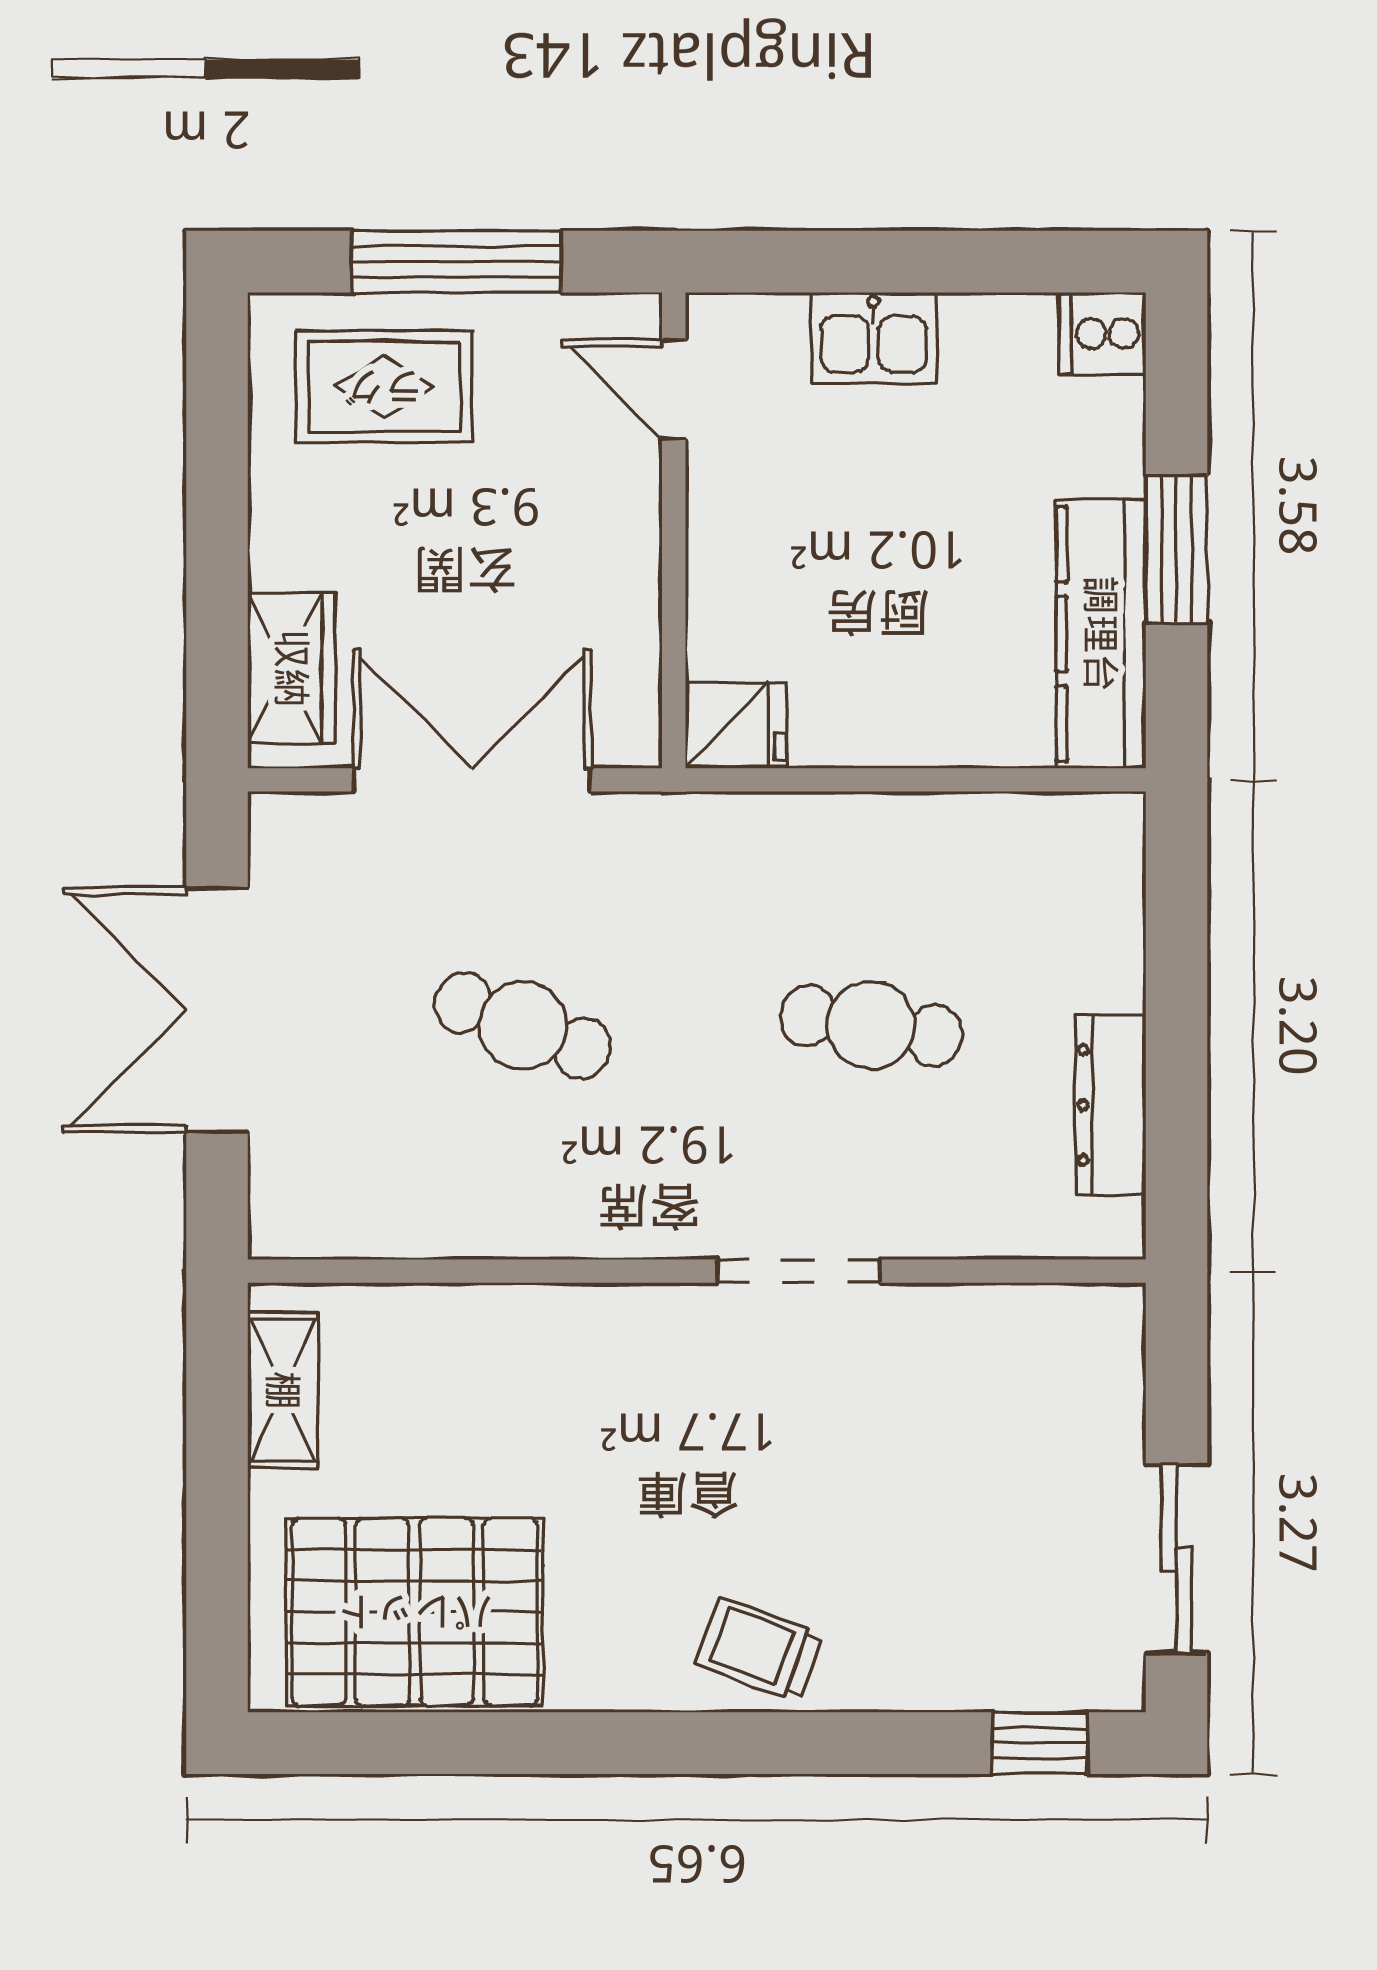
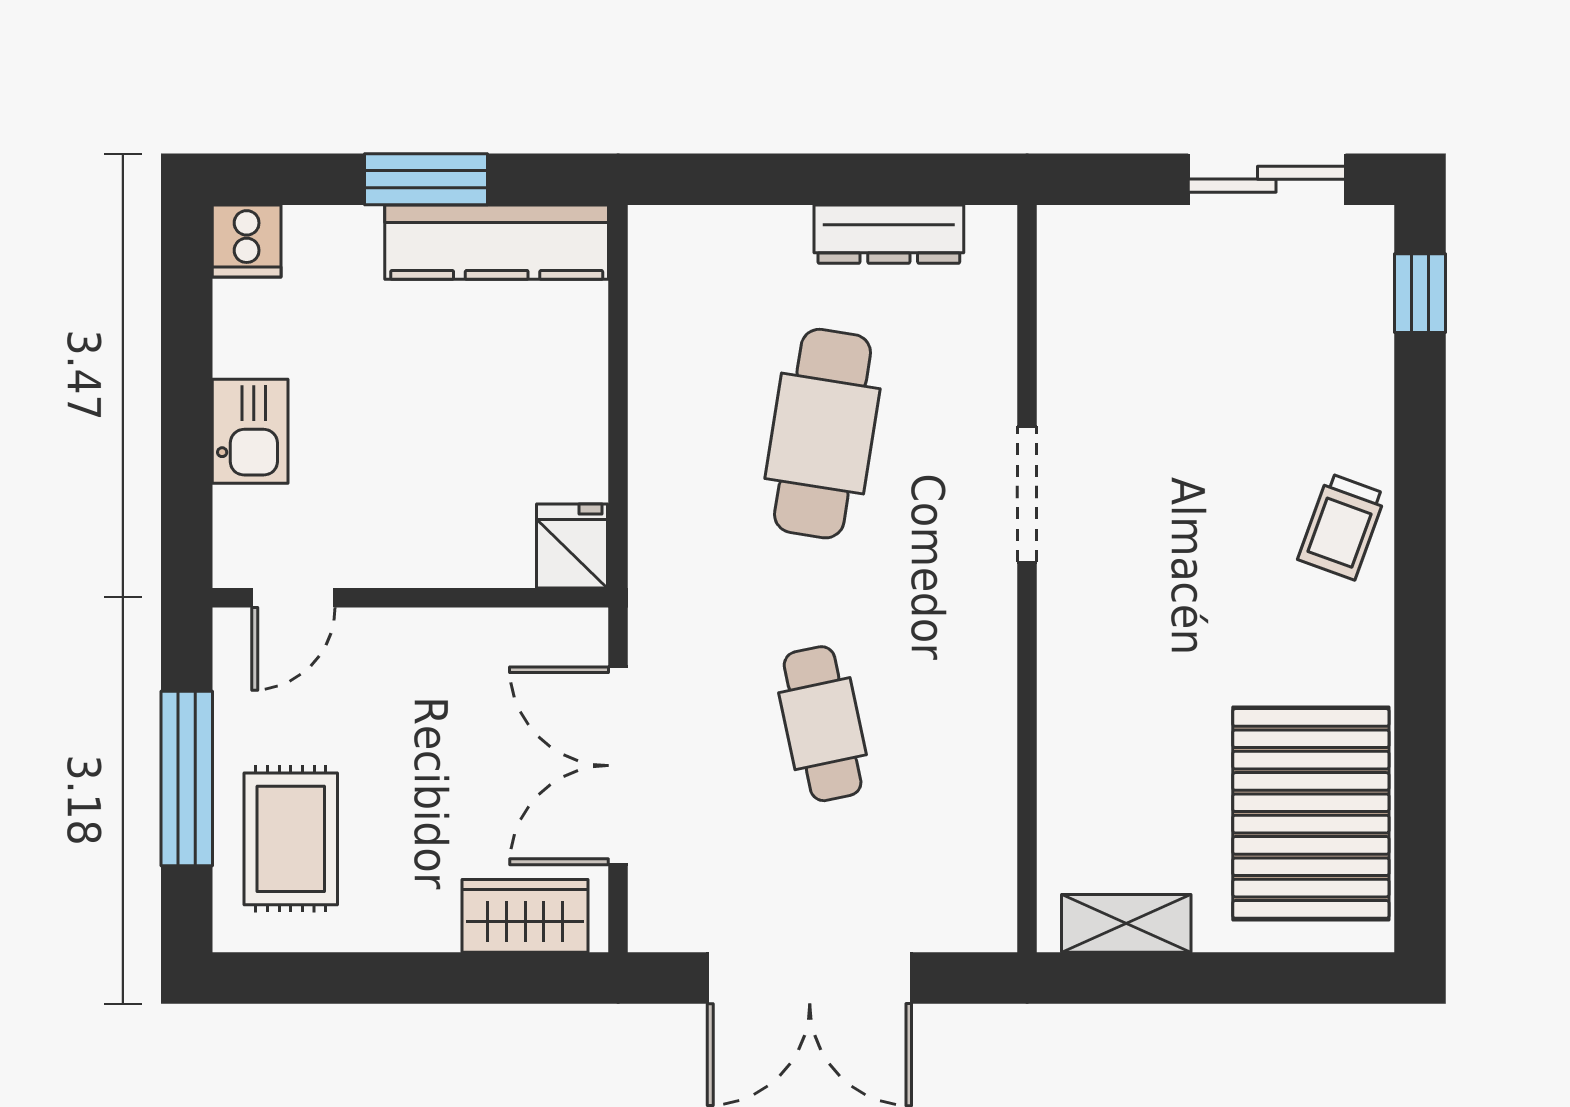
cafe table: (523, 1025) -> (823, 724), turned -33
cafe table: (871, 1025) -> (823, 434), width x1.37, depth x1.35

